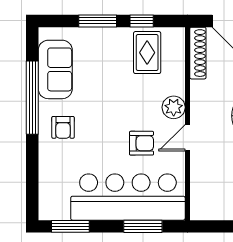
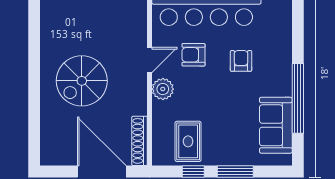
armchair: (63, 127) -> (241, 61), moved

